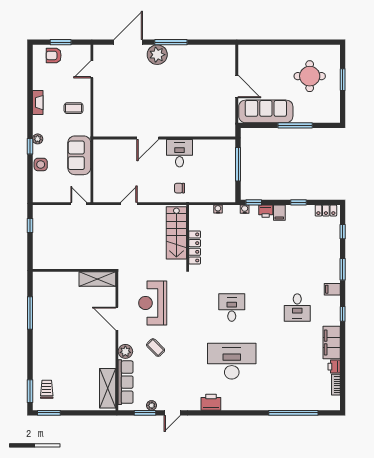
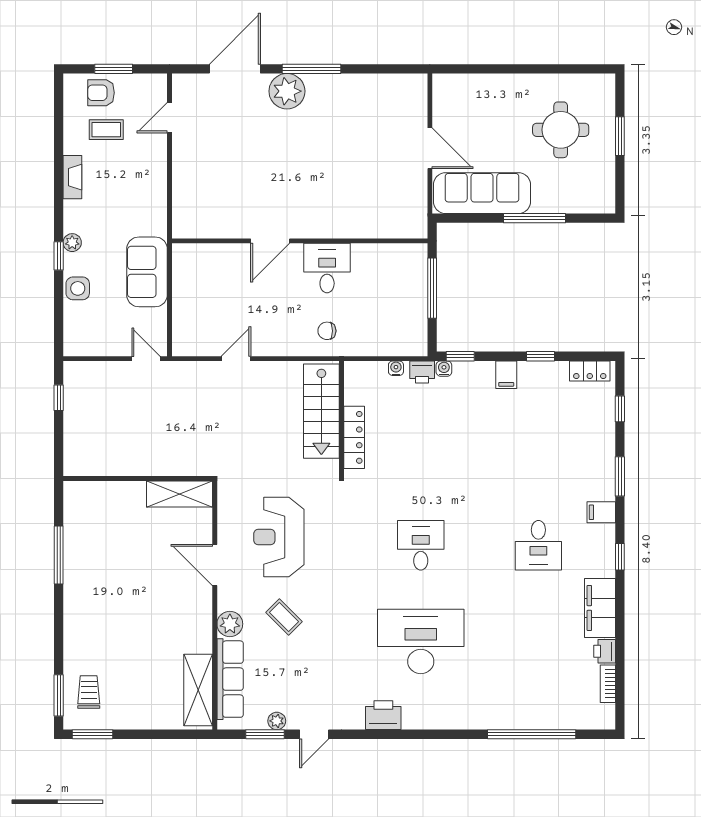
coffee table: (74, 108) -> (106, 130), moved
printer: (266, 211) -> (422, 372), moved

